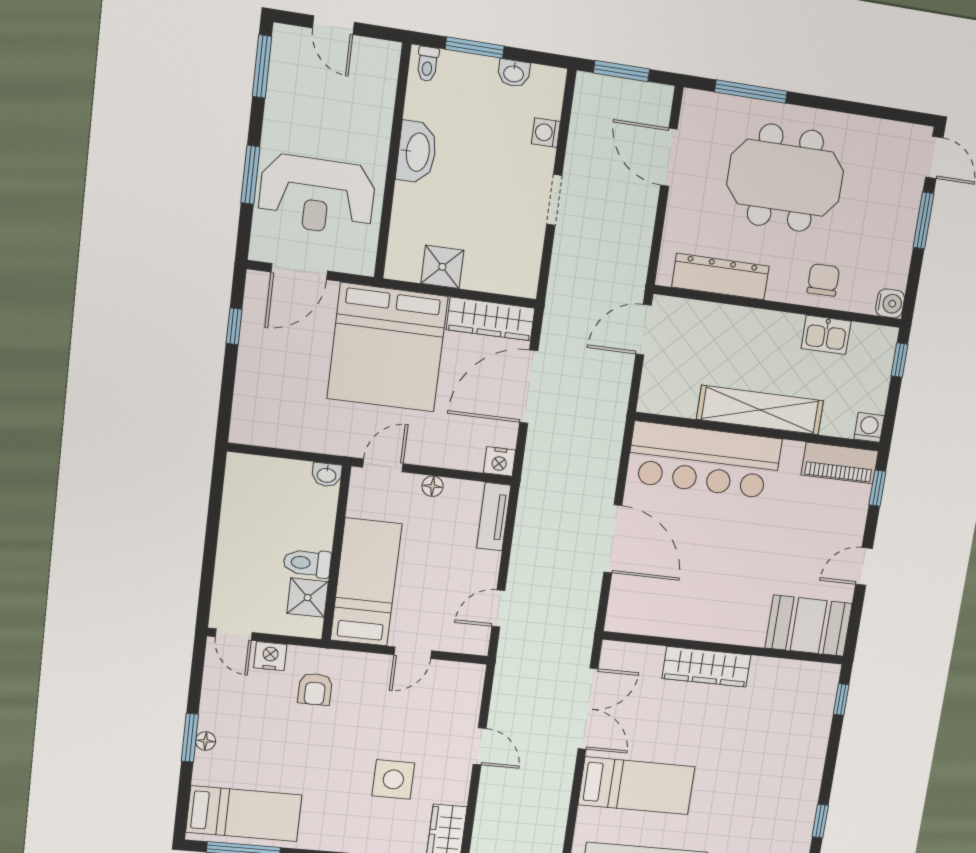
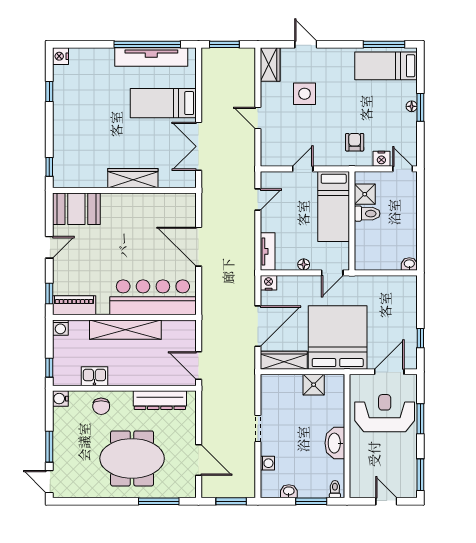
door: (644, 330) -> (199, 365), swing flipped
washbasin: (327, 475) -> (409, 264), moved

